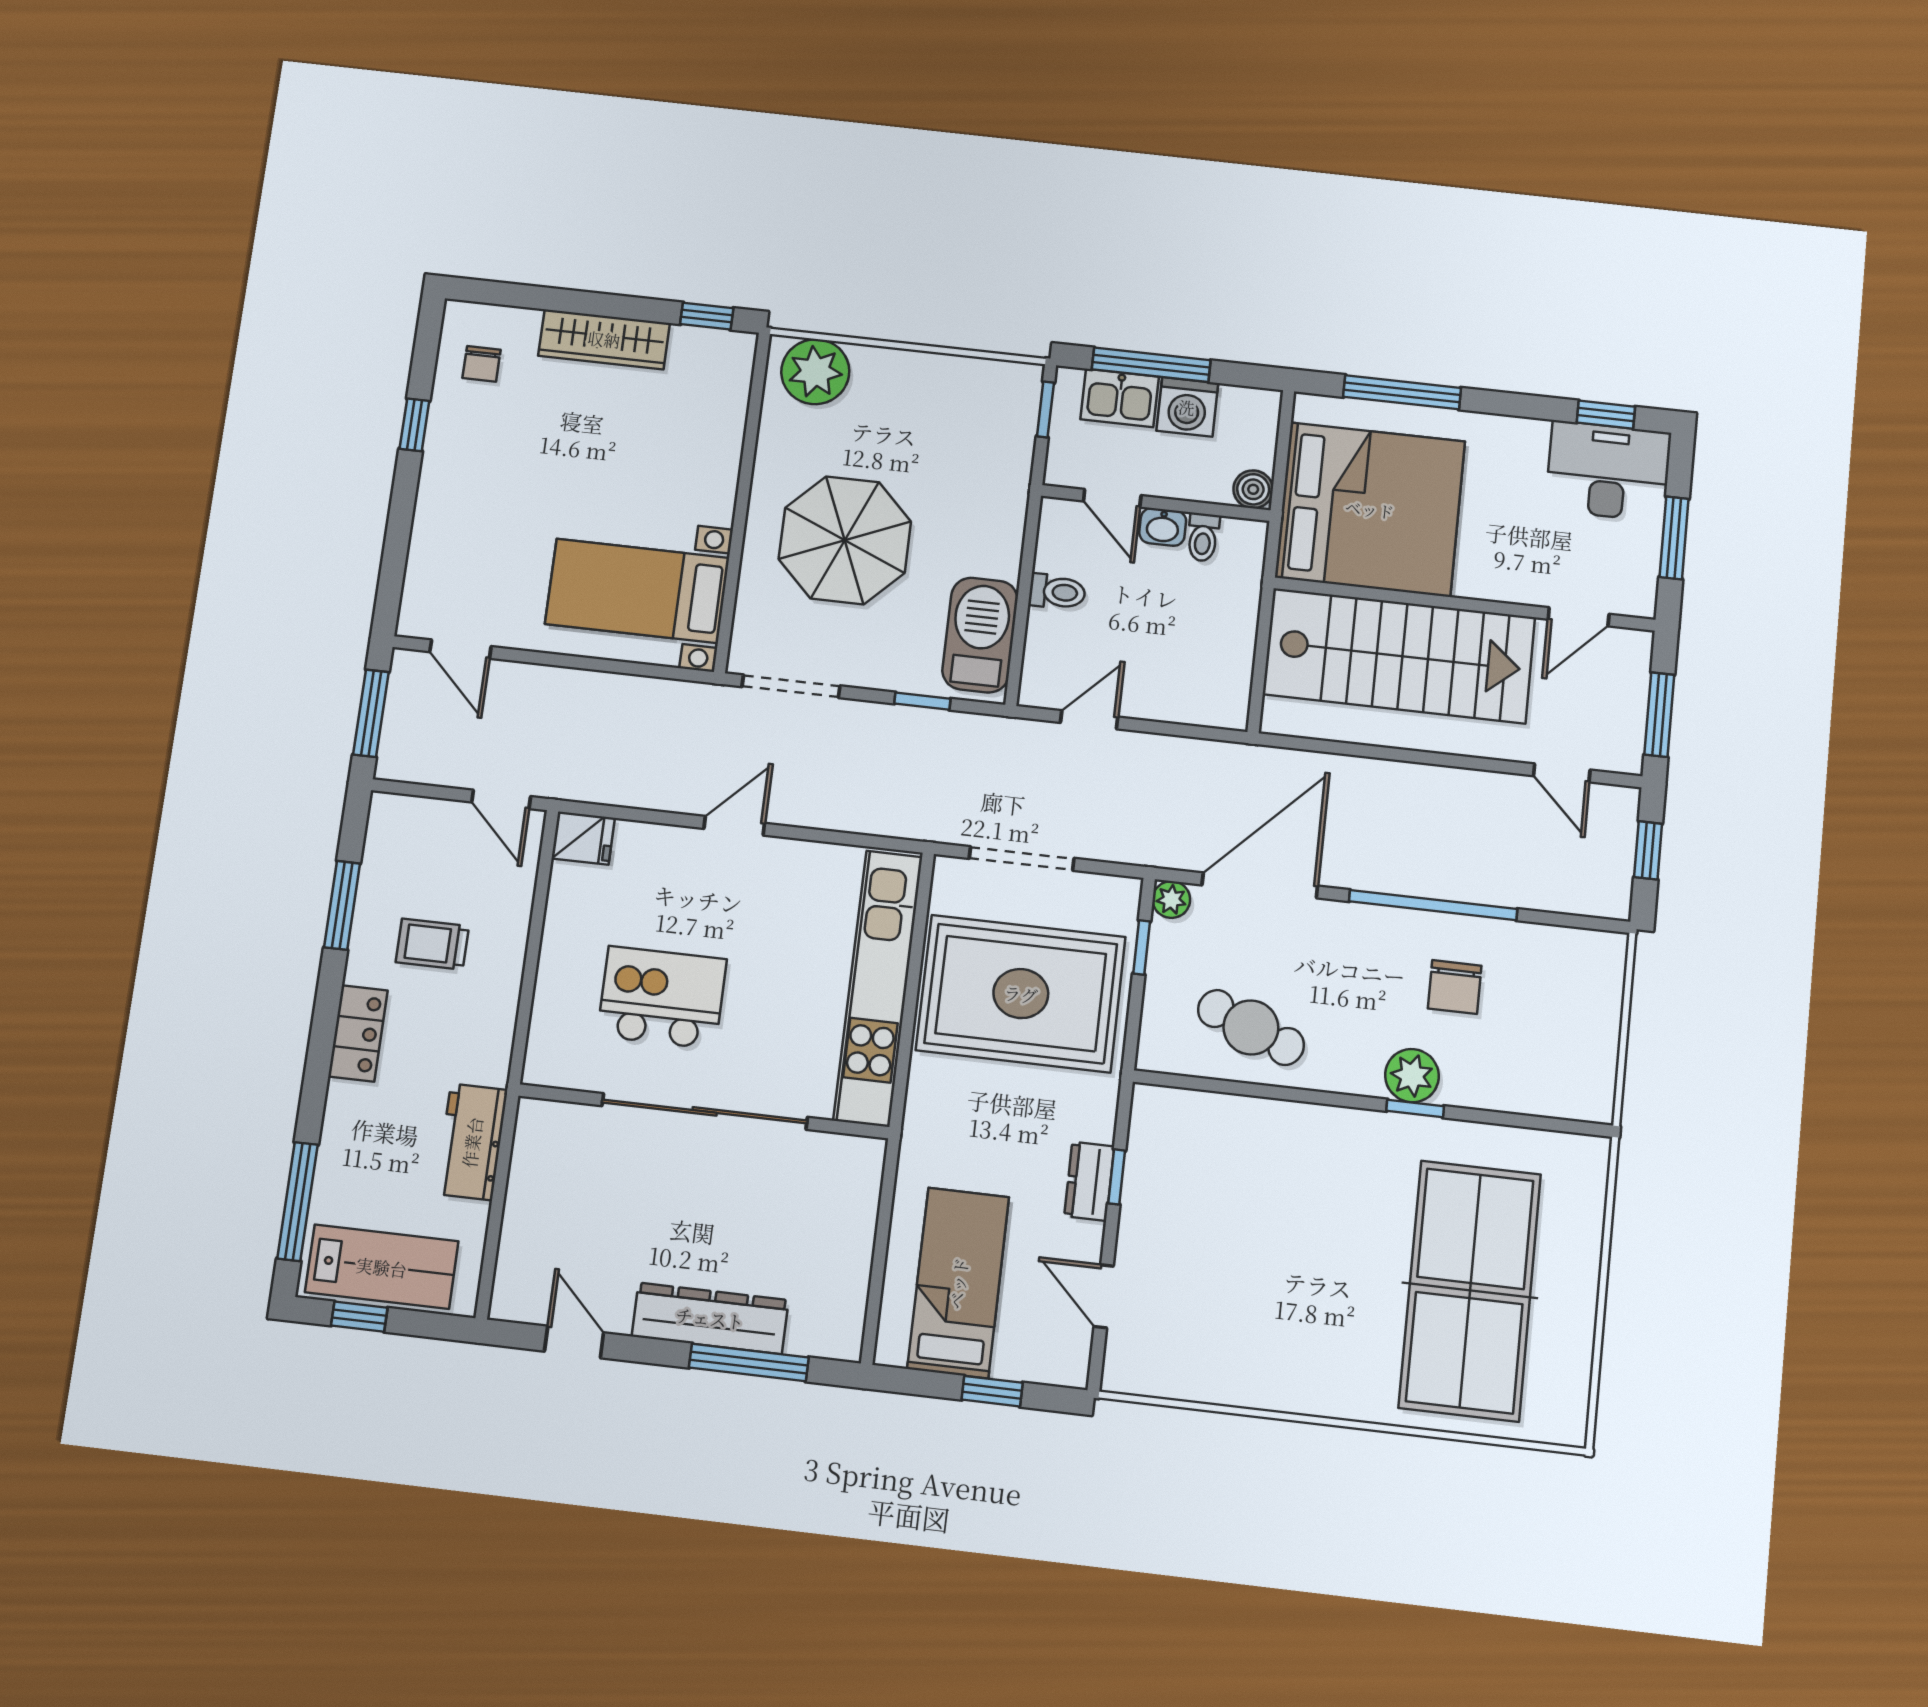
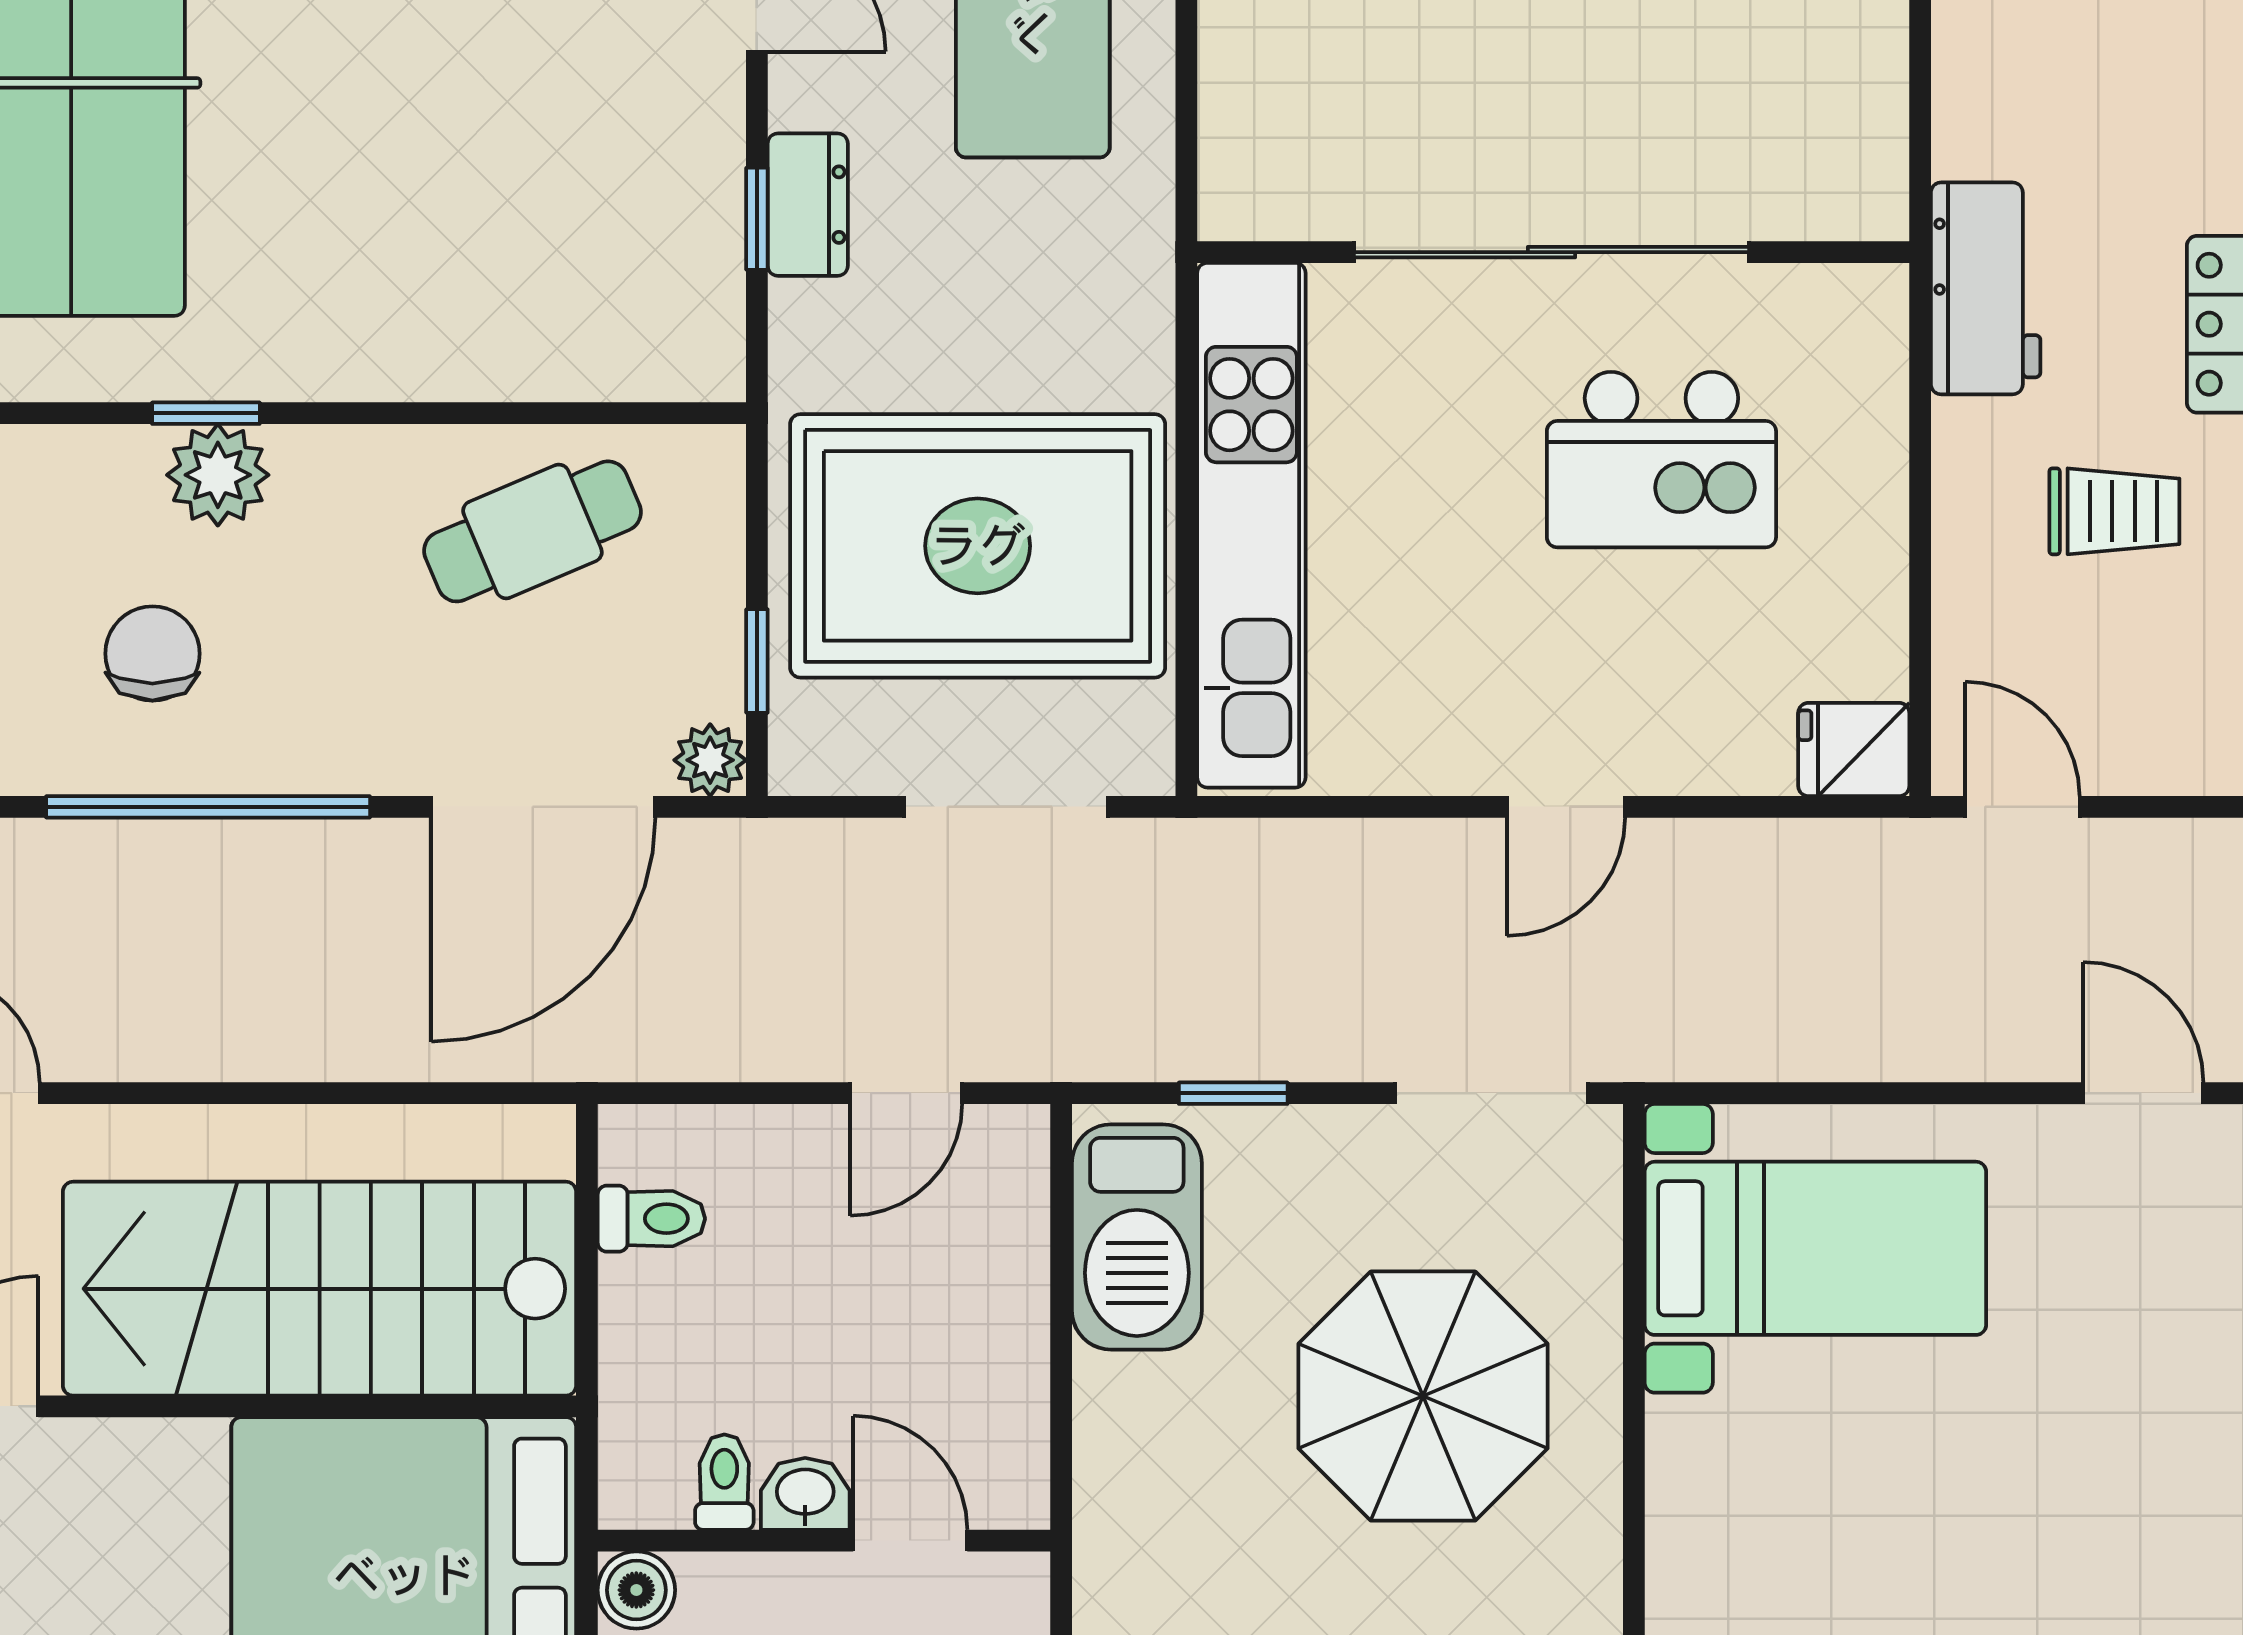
toilet: (1057, 592) -> (651, 1219), moved, turned 180
cafe table: (1251, 1027) -> (532, 531), turned -45
workbench: (472, 1142) -> (1986, 288), moved

